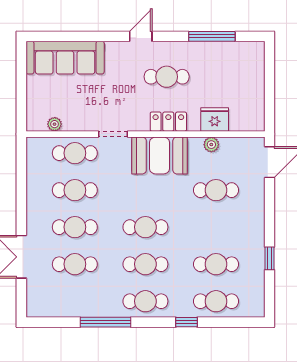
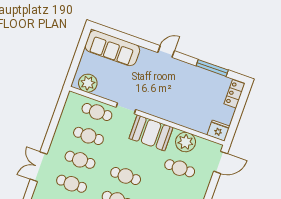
cafe table: (167, 77) -> (174, 84), removed
fridge: (215, 119) -> (218, 131), moved
locker: (168, 122) -> (234, 94), moved, turned -90
plant: (55, 124) -> (88, 83), width x1.87, depth x1.87
plant: (211, 145) -> (186, 142), width x1.88, depth x1.88

